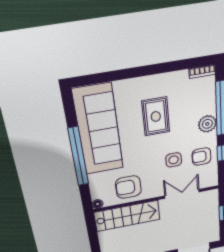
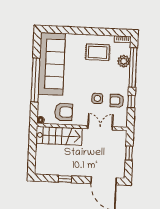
rug: (156, 117) -> (98, 52), moved, turned 90
plant: (207, 124) -> (124, 61), moved
armchair: (128, 187) -> (64, 112), turned 180

